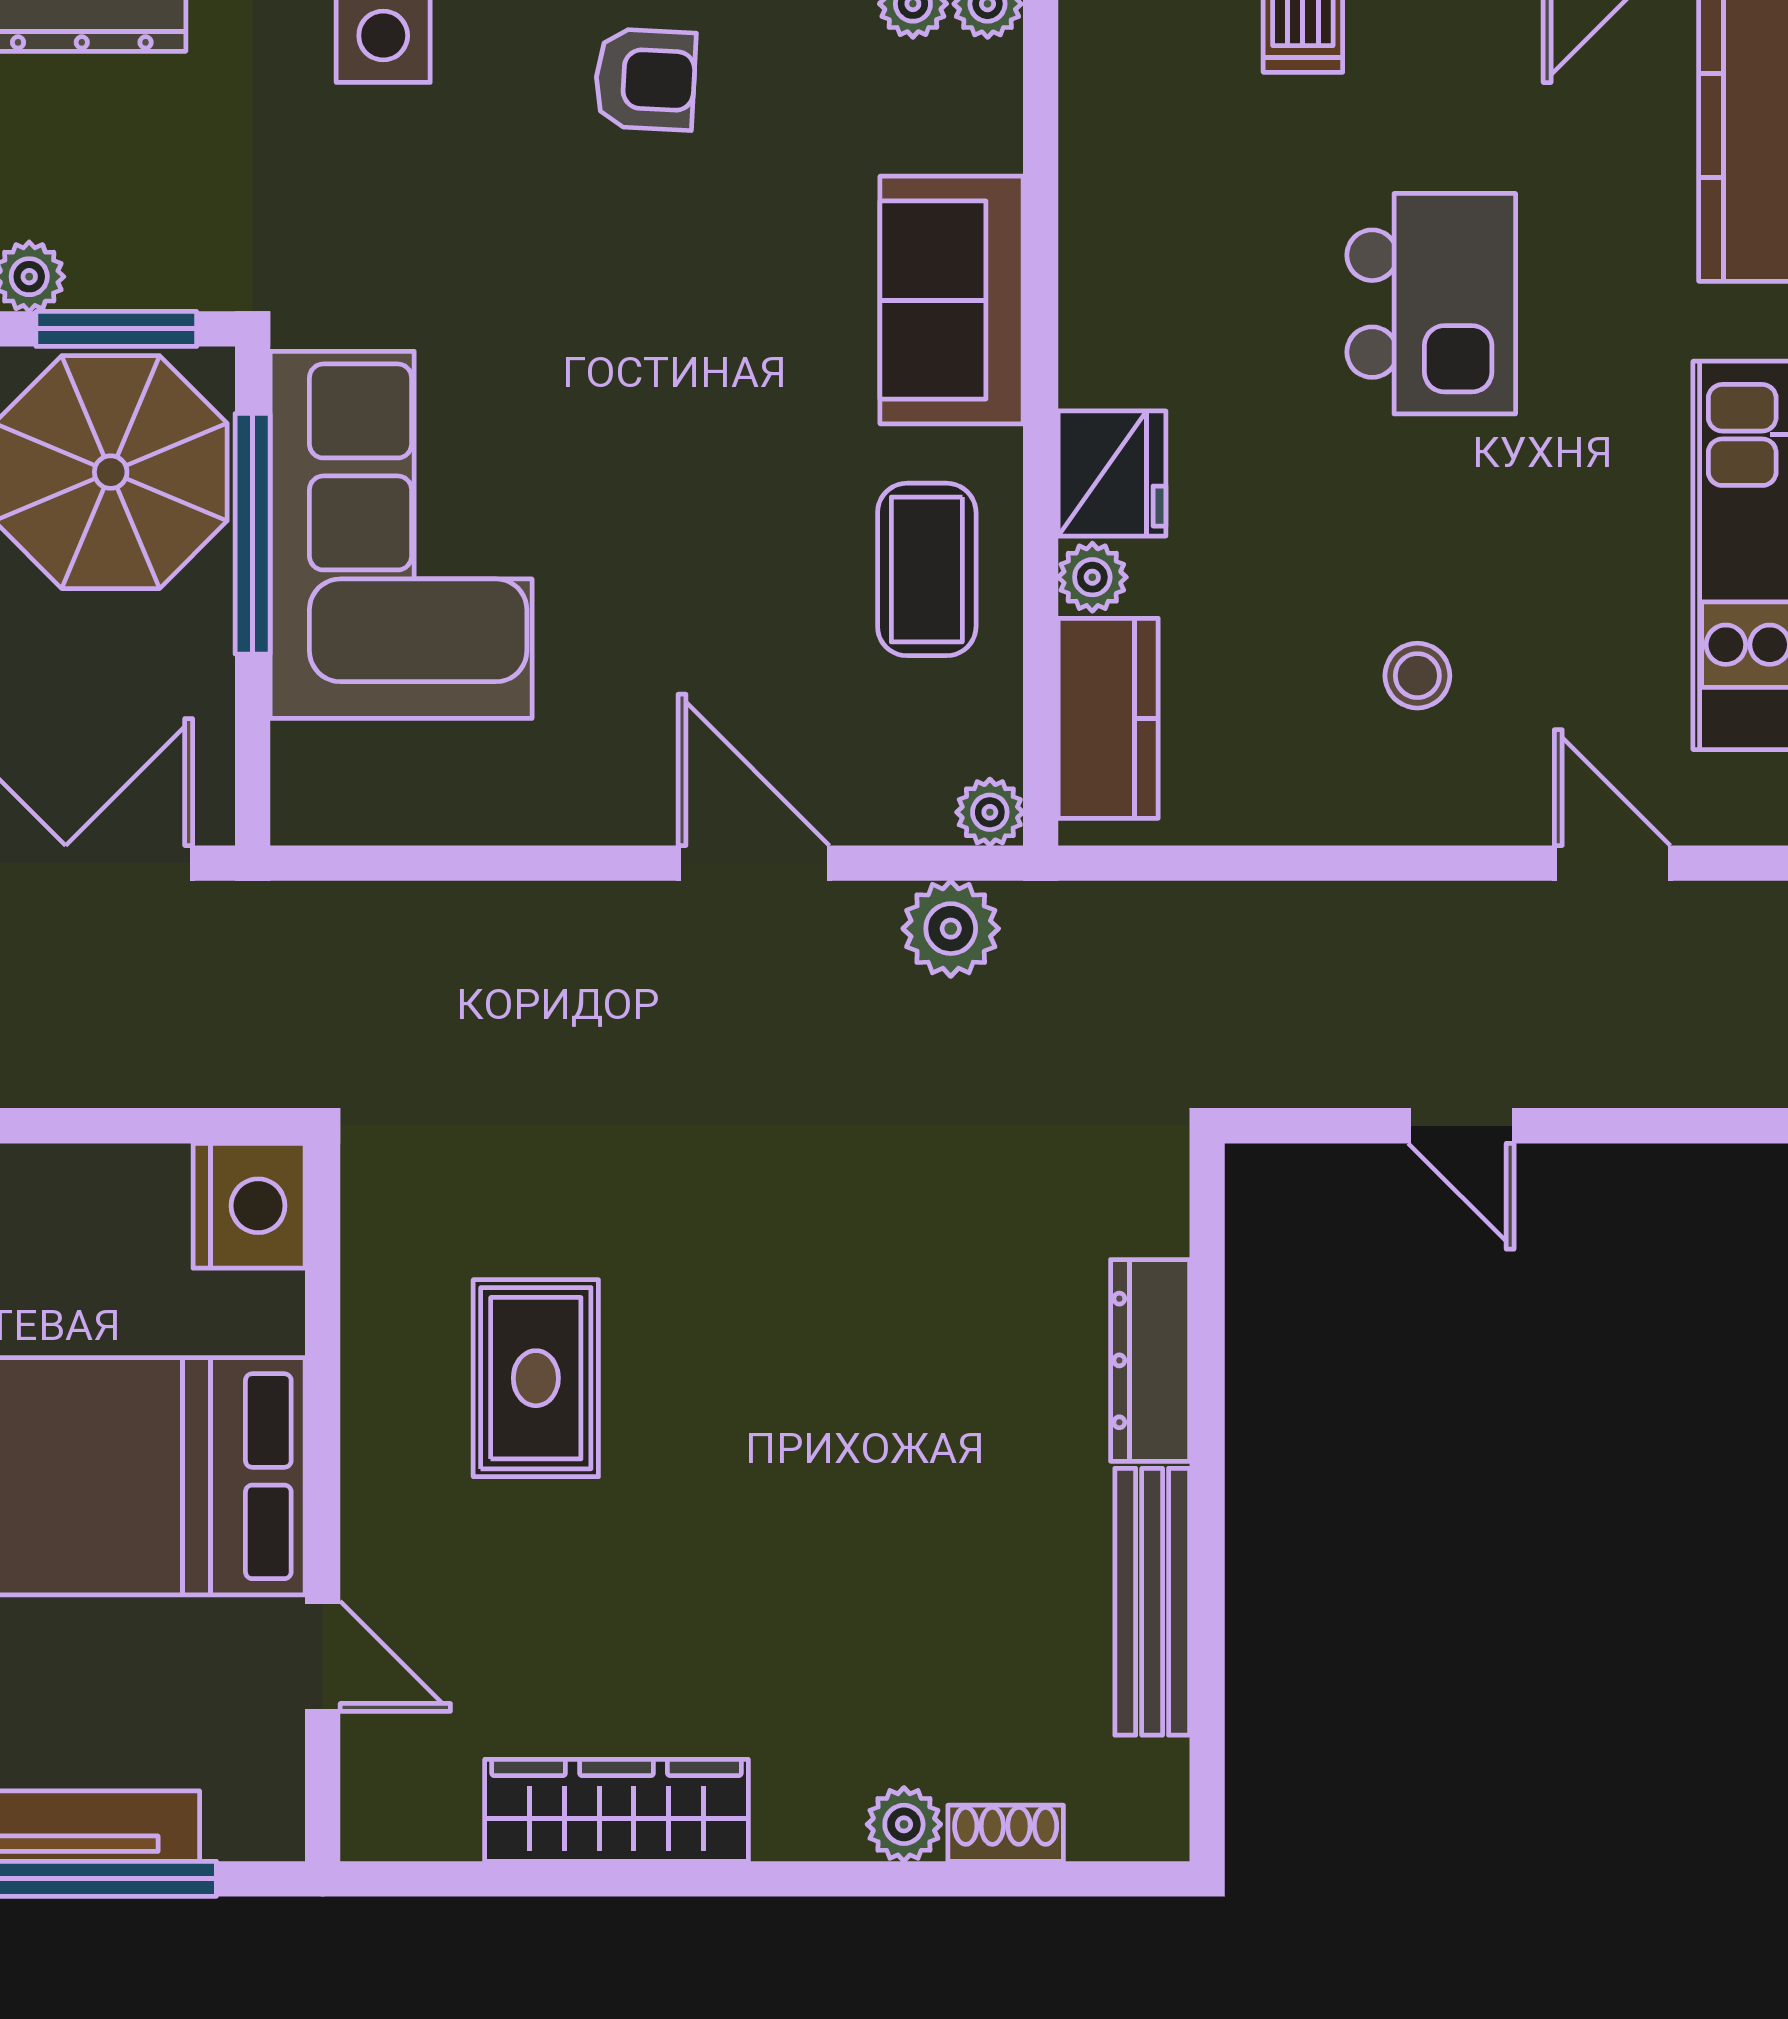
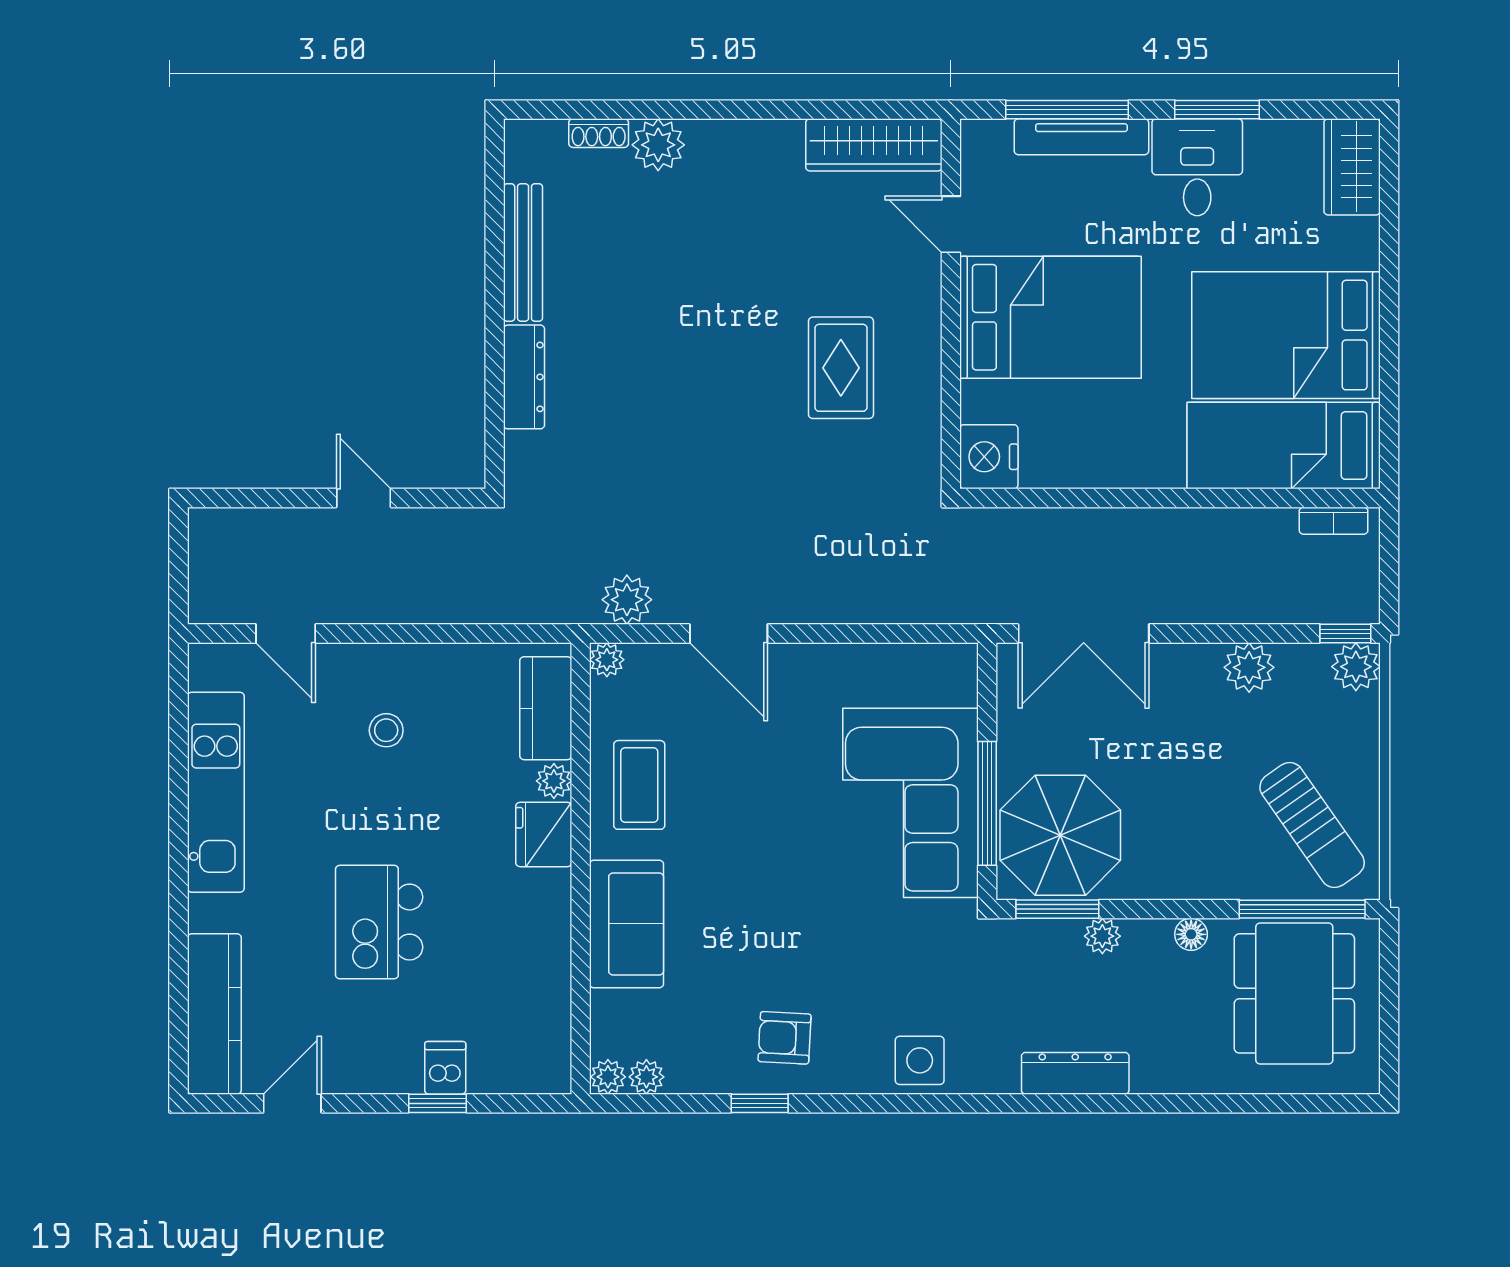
wardrobe: (616, 1810) -> (874, 145), moved
plant: (904, 1824) -> (658, 145), width x1.38, depth x1.38

